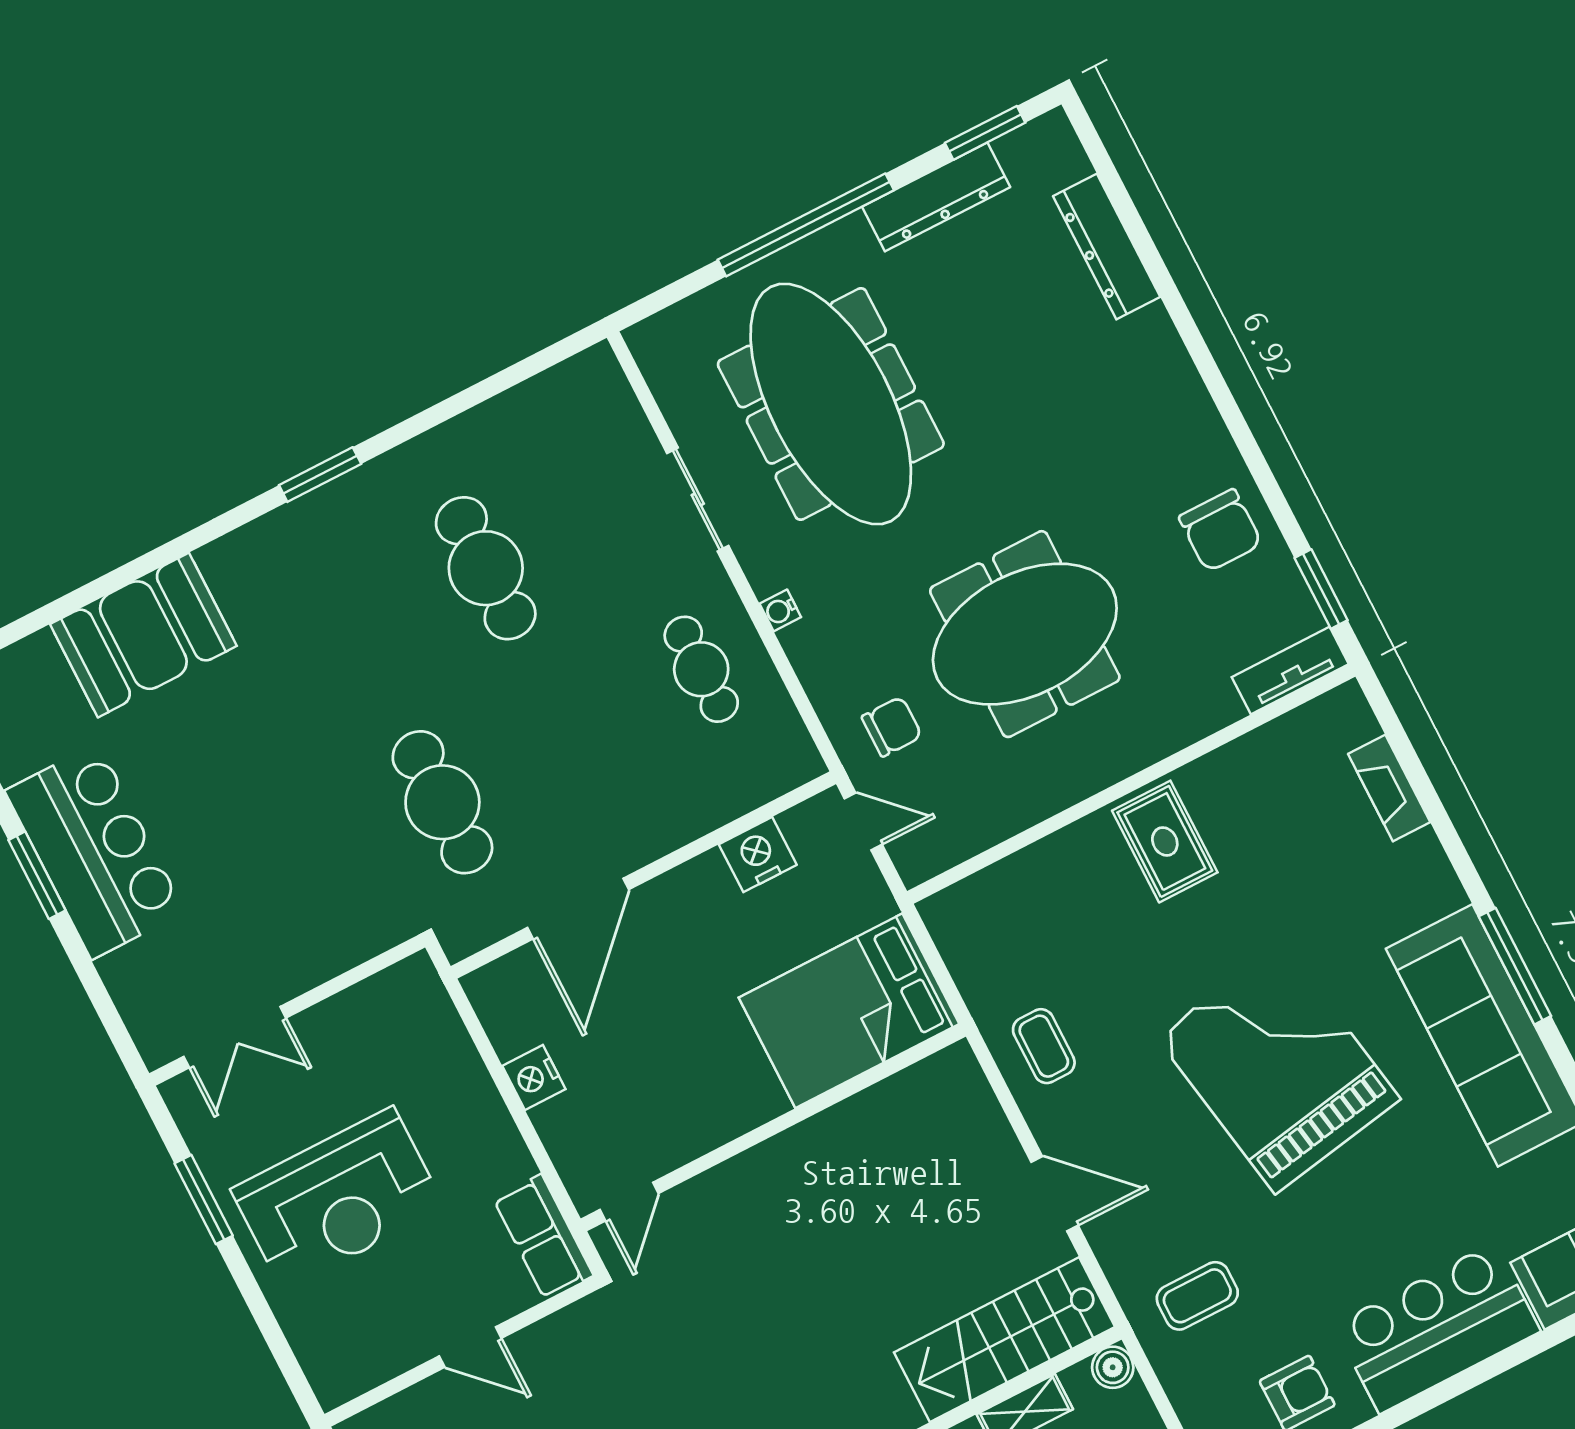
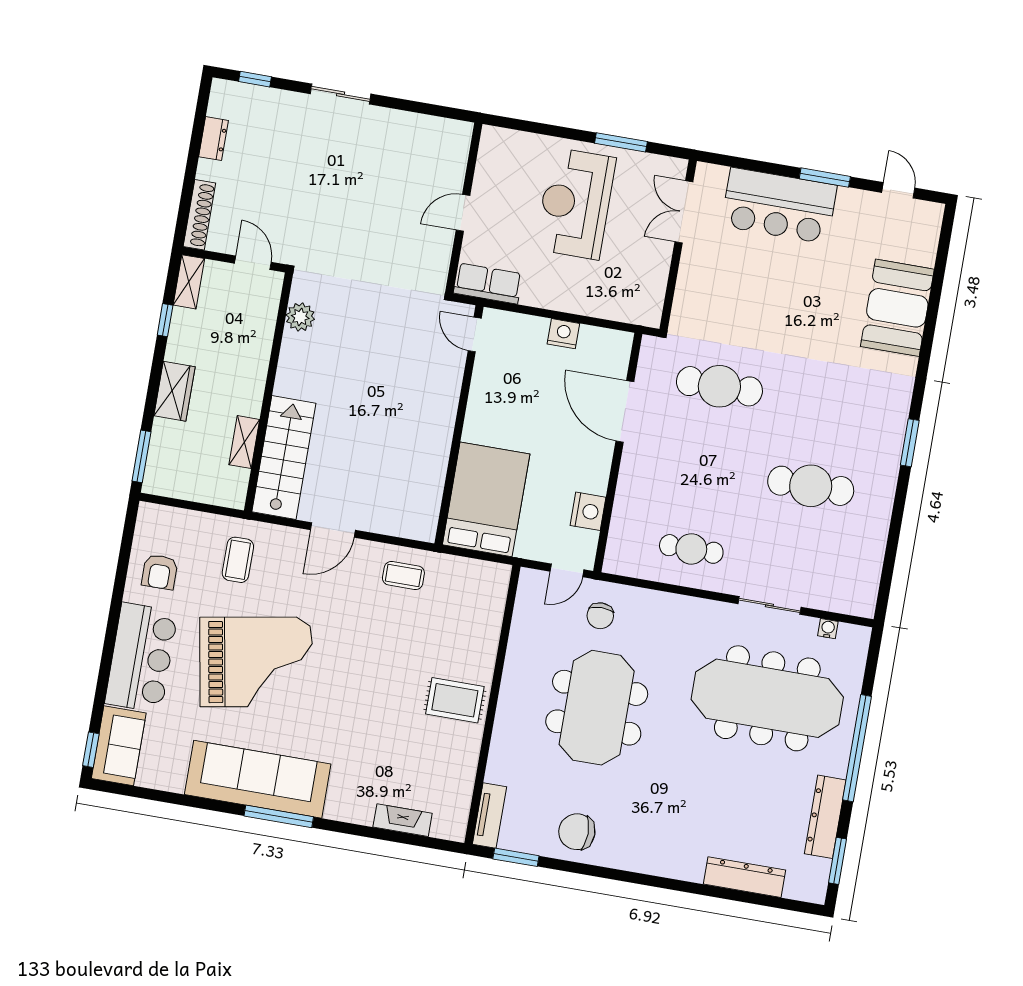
water cooler: (780, 610) -> (828, 629), moved
bar counter: (95, 851) -> (779, 206), moved
grand piano: (1278, 1068) -> (256, 662), moved
boiler: (1113, 1367) -> (234, 497), removed

